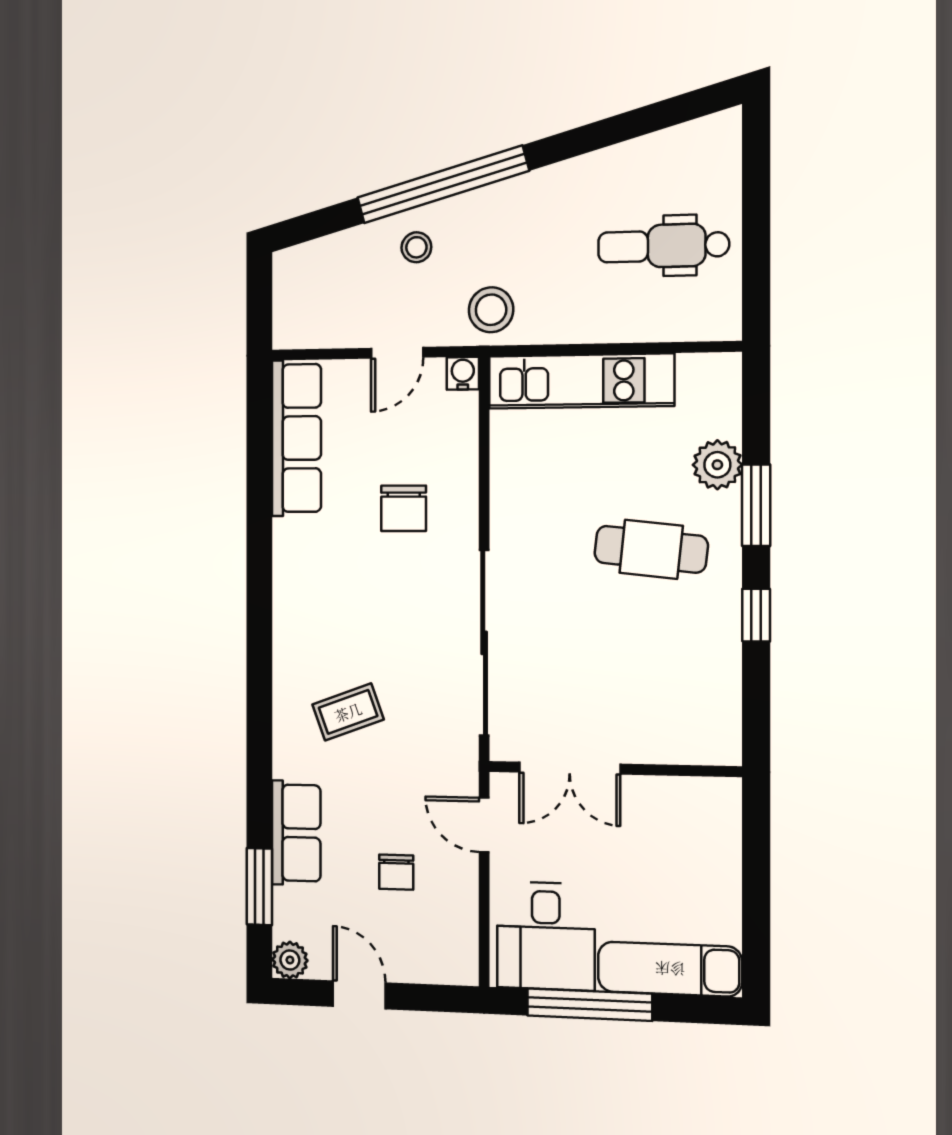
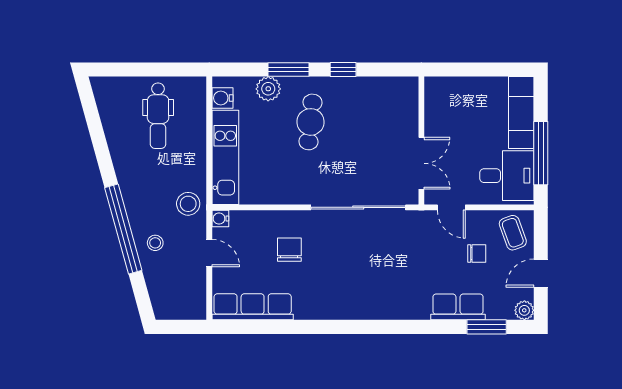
water cooler: (699, 373) -> (222, 98), added
chair: (403, 508) -> (289, 250), turned -90
coffee table: (348, 712) -> (513, 233), moved
door: (484, 825) -> (451, 207), hinge flipped

